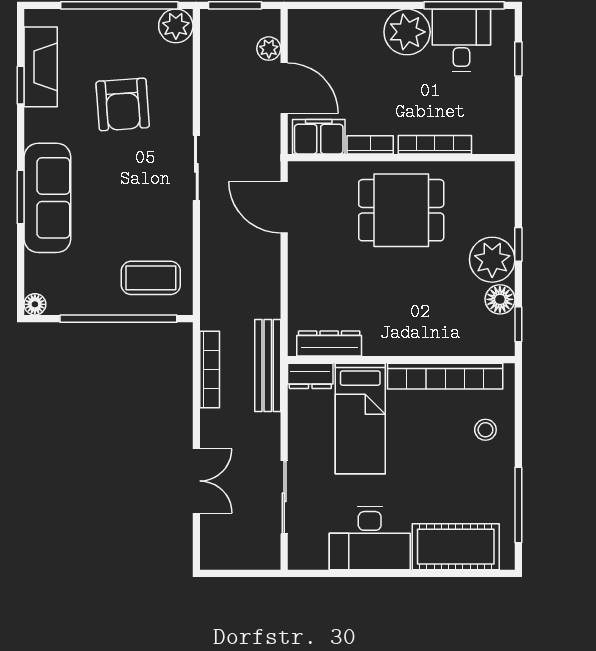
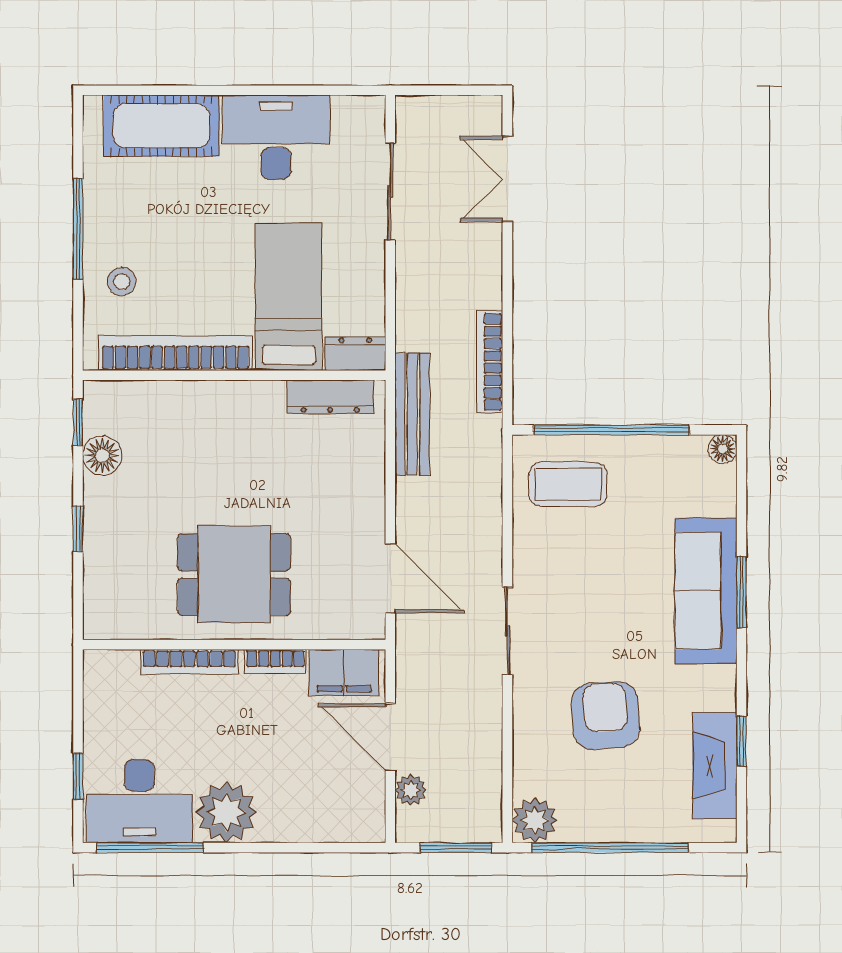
desk: (461, 40) -> (139, 801), width x1.37
plant: (492, 260) -> (113, 508), removed
bench: (268, 366) -> (412, 414), moved
double door: (196, 481) -> (507, 179), moved
window: (518, 505) -> (78, 229), moved

